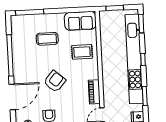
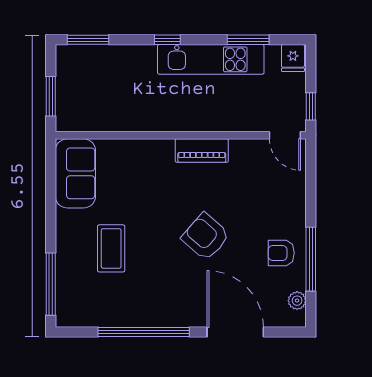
rug: (82, 52) -> (144, 173), removed
kitchen unit: (134, 59) -> (211, 59), width x0.54
piano: (94, 92) -> (202, 151), moved

